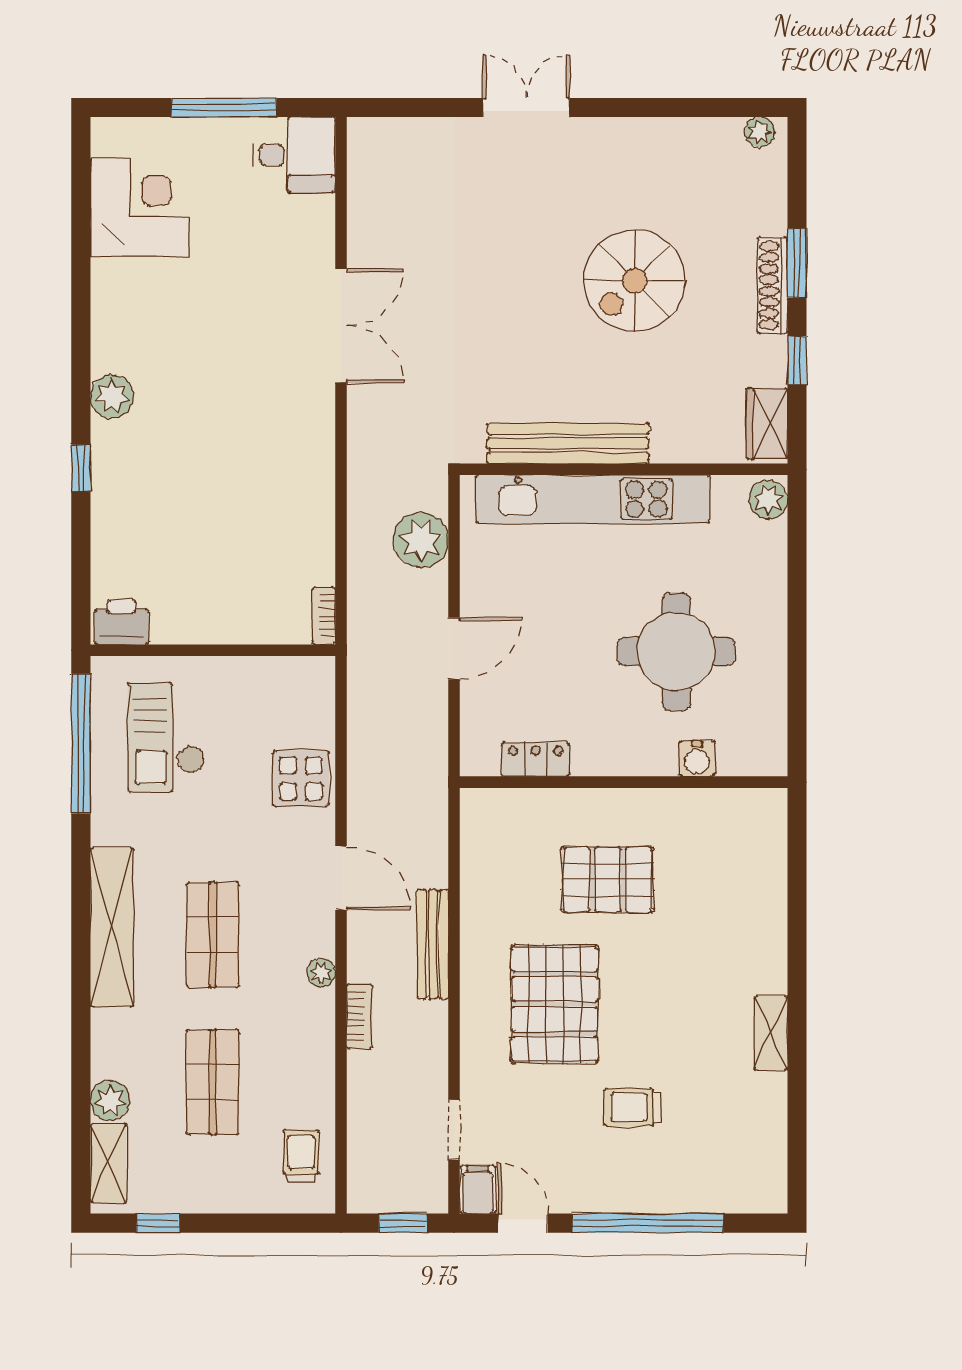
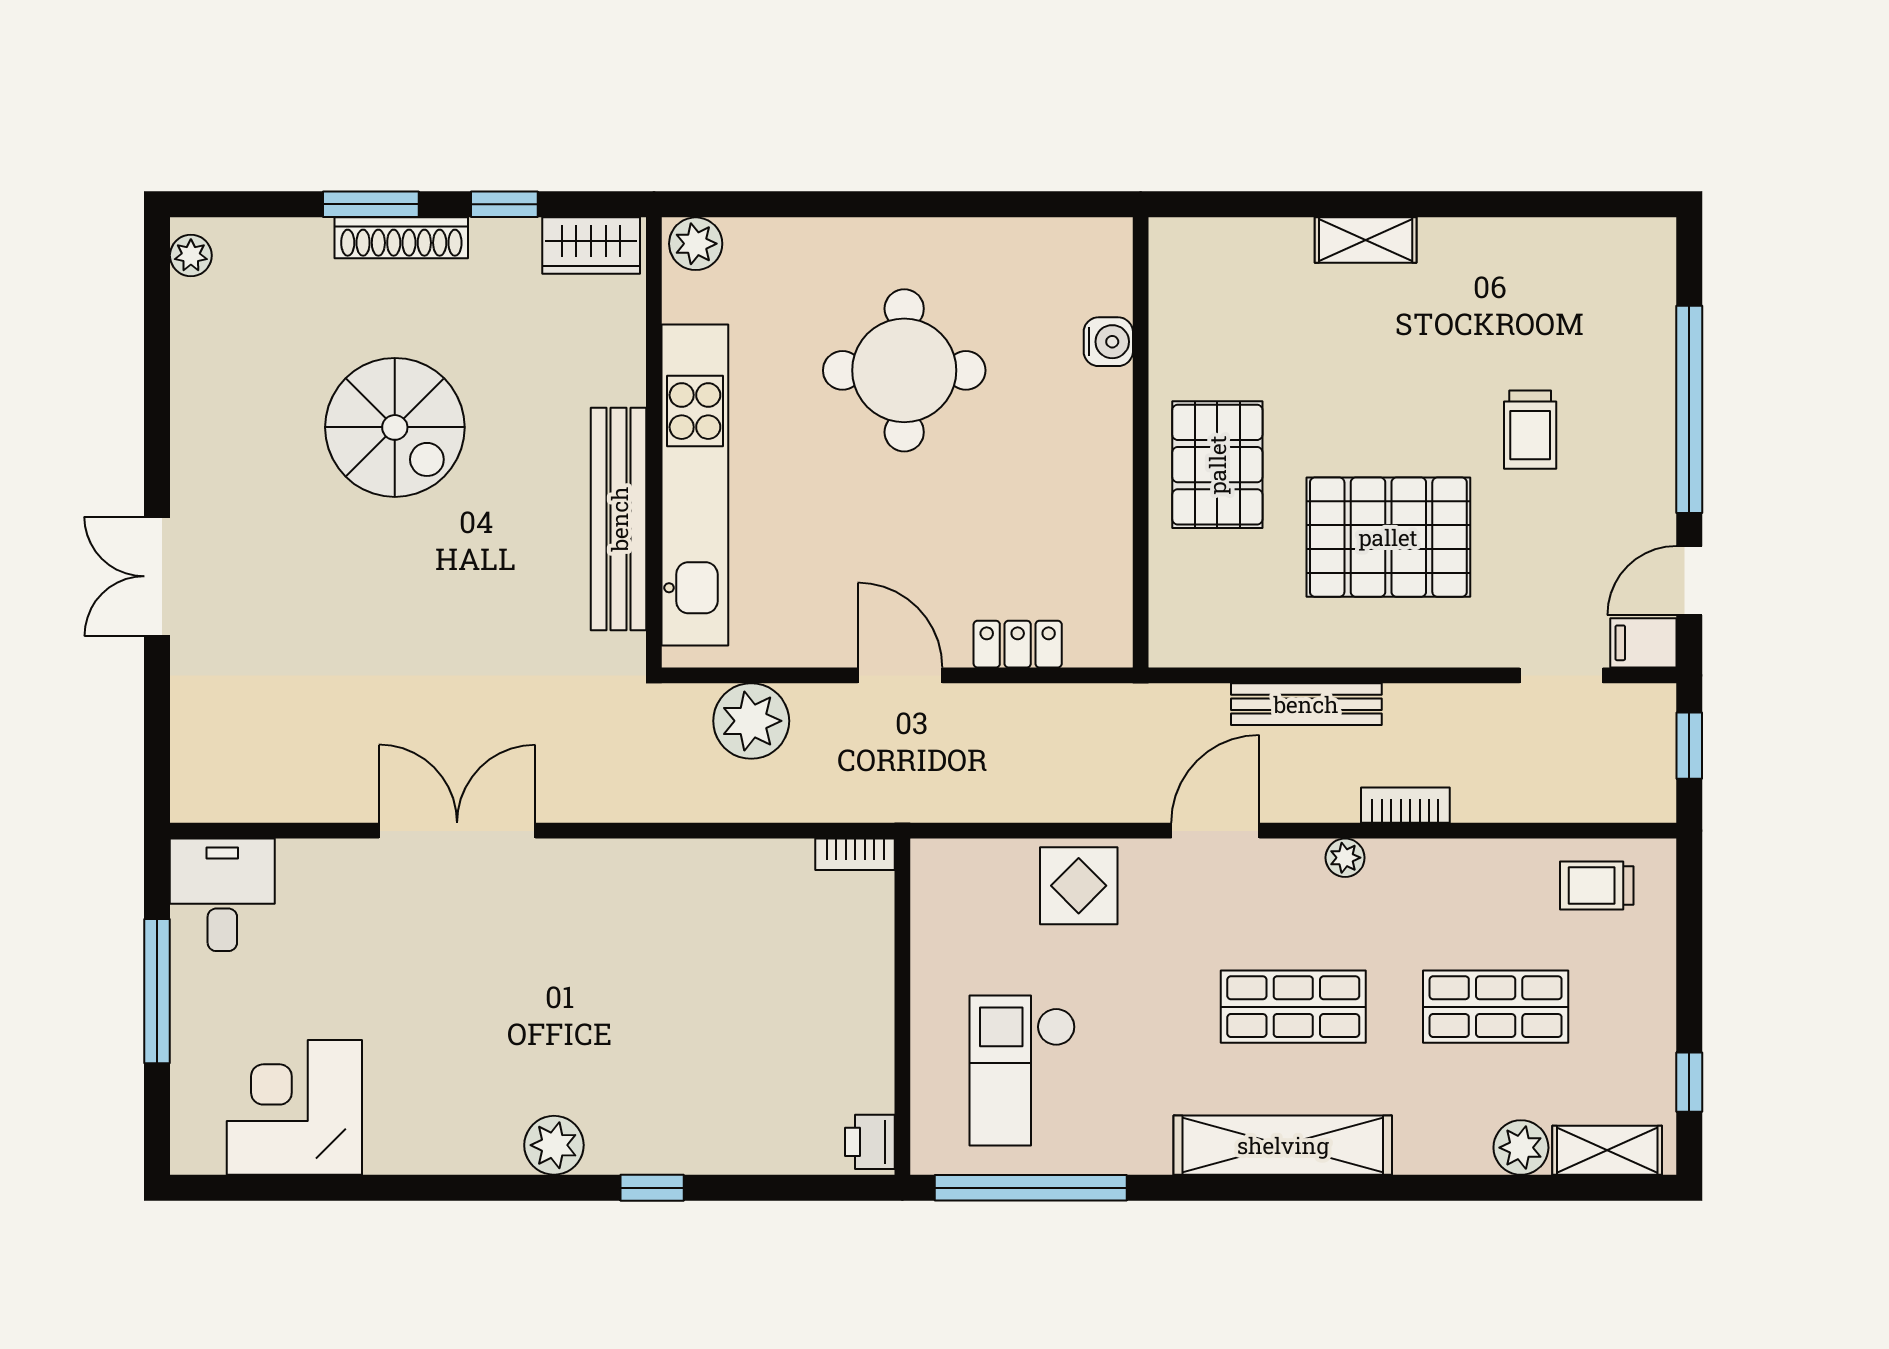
printer: (122, 622) -> (870, 1142), width x0.73, depth x0.81
checkout: (166, 738) -> (1022, 1070), turned 90
locker: (536, 759) -> (1018, 644), moved, turned 90
water cooler: (697, 759) -> (1108, 342), moved
wall: (624, 782) -> (1141, 442), moved
shelving: (771, 1033) -> (1366, 240), moved

